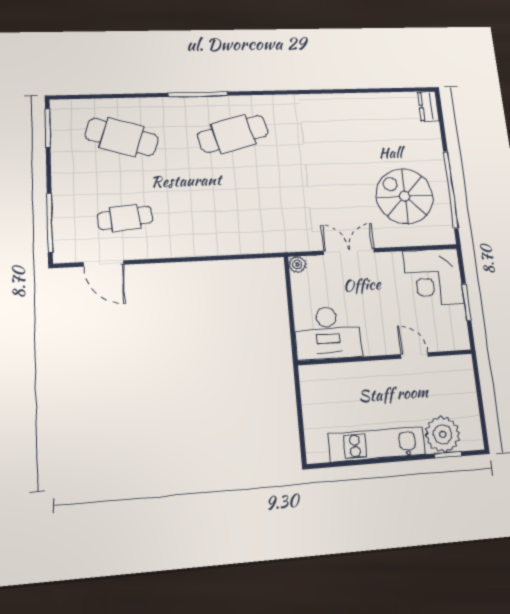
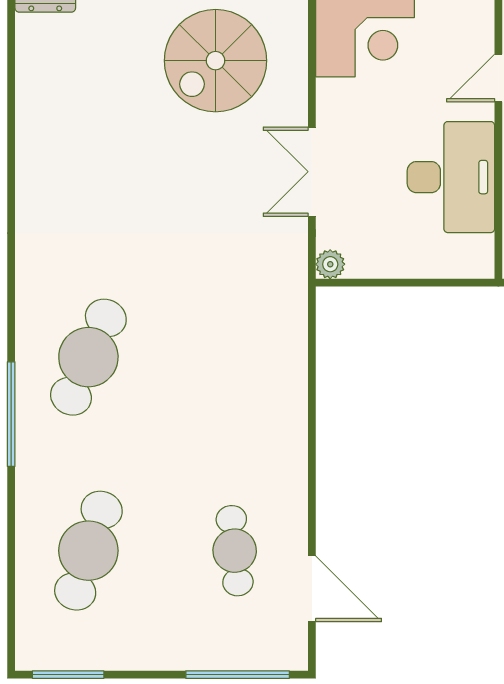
cafe table: (233, 134) -> (88, 357), turned 39
door: (104, 263) -> (312, 589), hinge flipped
desk: (328, 333) -> (451, 177), moved

